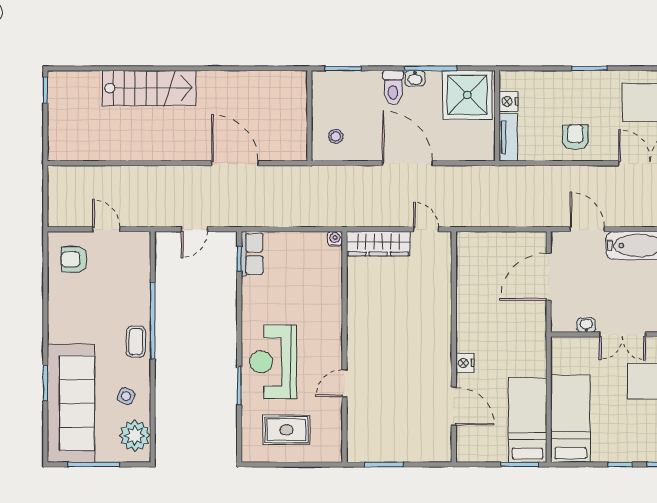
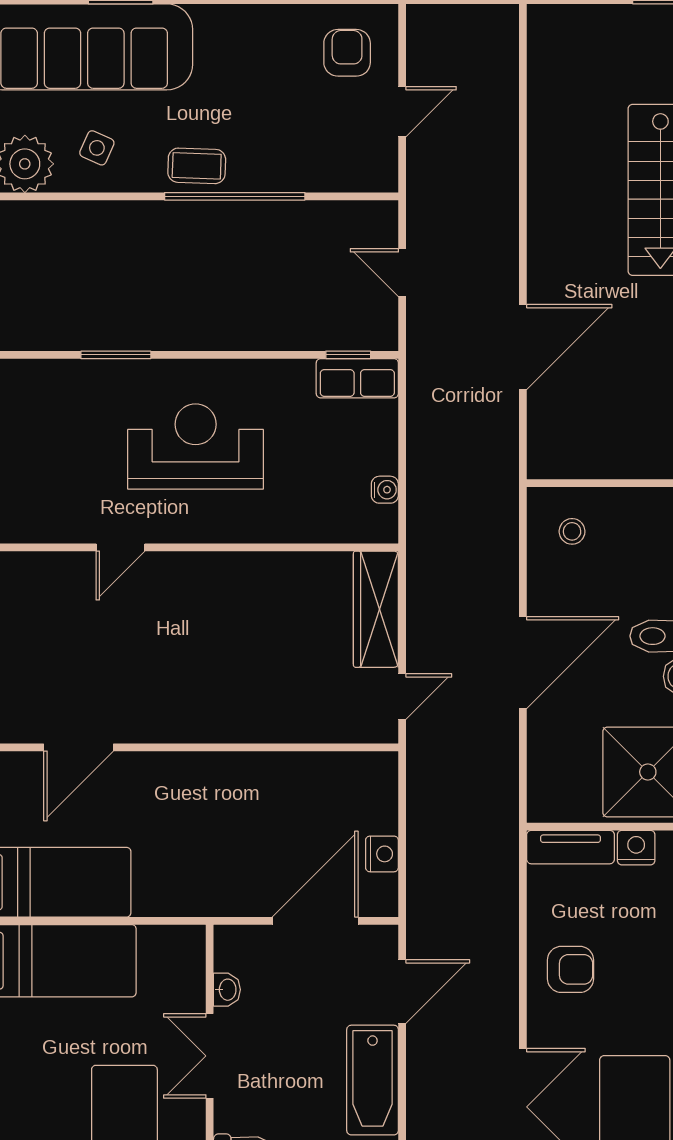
water cooler: (335, 239) -> (385, 490), moved
door: (549, 277) -> (315, 921), hinge flipped
reception desk: (273, 362) -> (196, 446), moved
nightstand: (465, 363) -> (382, 854), moved, turned 90
door: (344, 383) -> (120, 547), swing flipped
rug: (287, 430) -> (35, 441), removed

